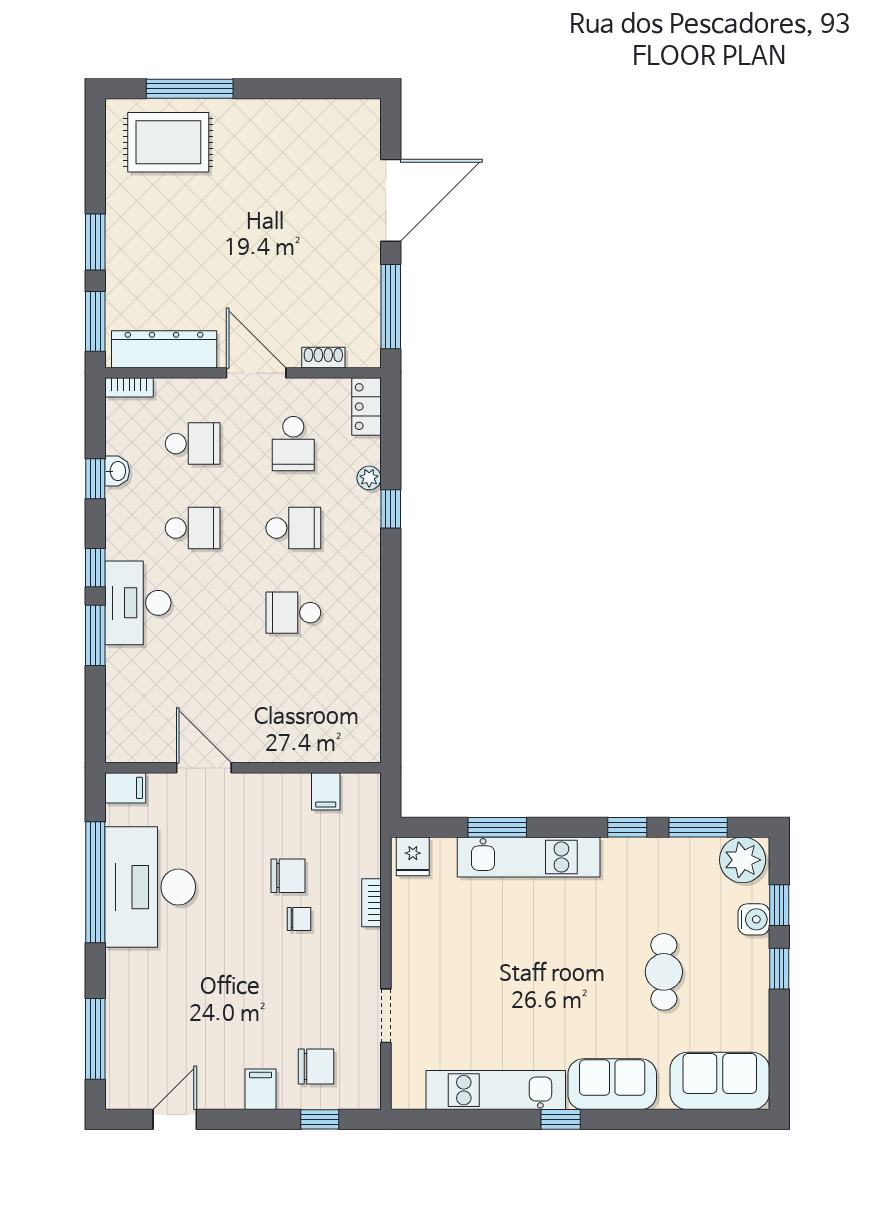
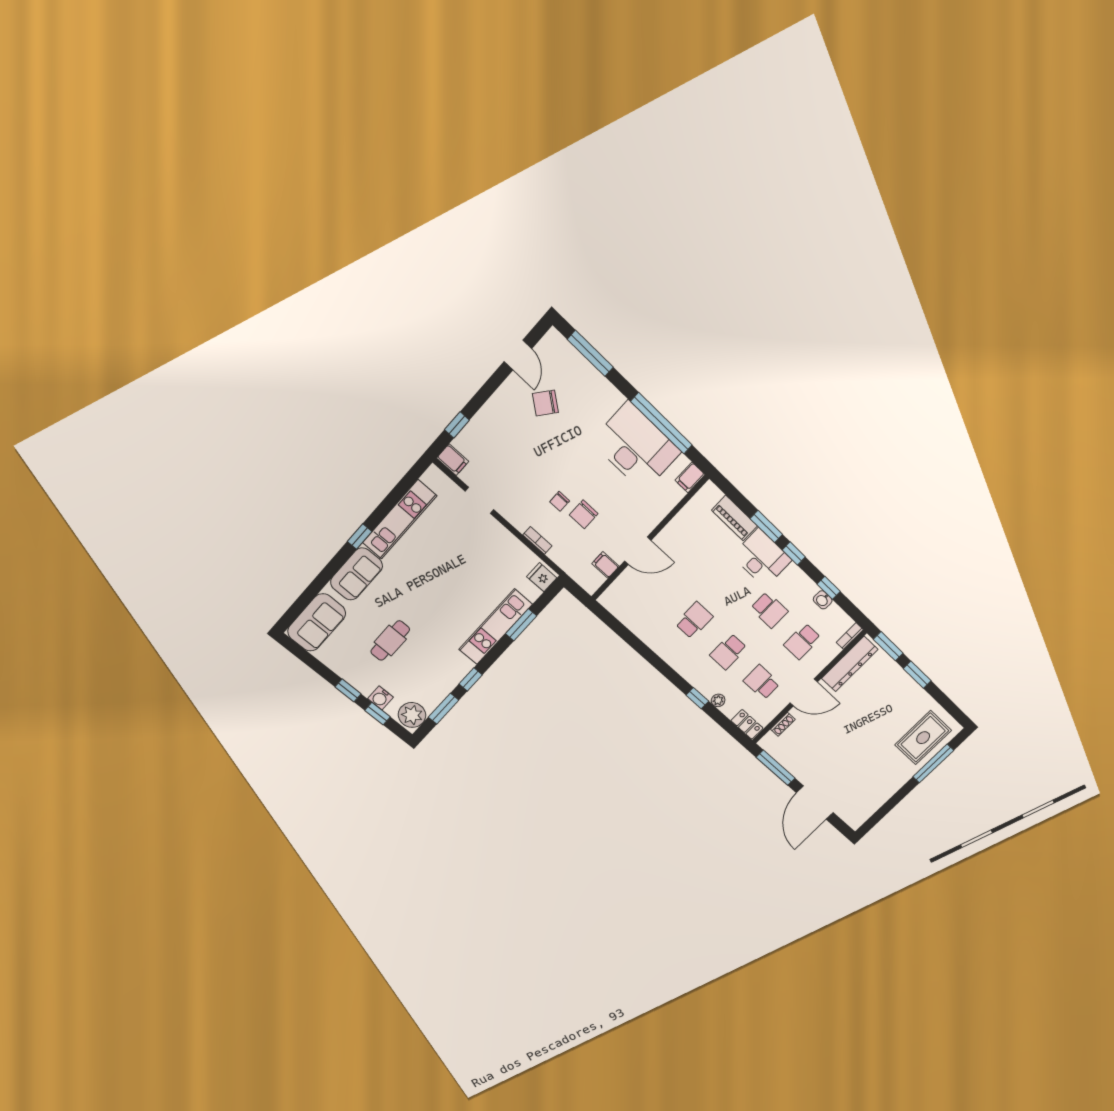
school desk: (193, 528) -> (769, 610), turned -90
piano: (122, 686) -> (735, 518), added
door: (204, 768) -> (638, 551), moved
cafe table: (664, 972) -> (390, 641), turned 90
chair: (316, 1066) -> (545, 403), moved, turned 38
filing cabinet: (261, 1089) -> (453, 460), moved

